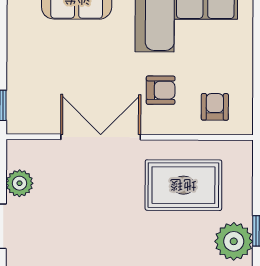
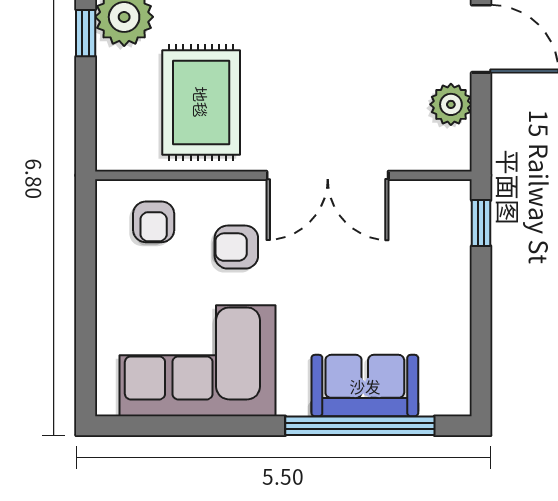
rug: (183, 185) -> (201, 102), turned 90

